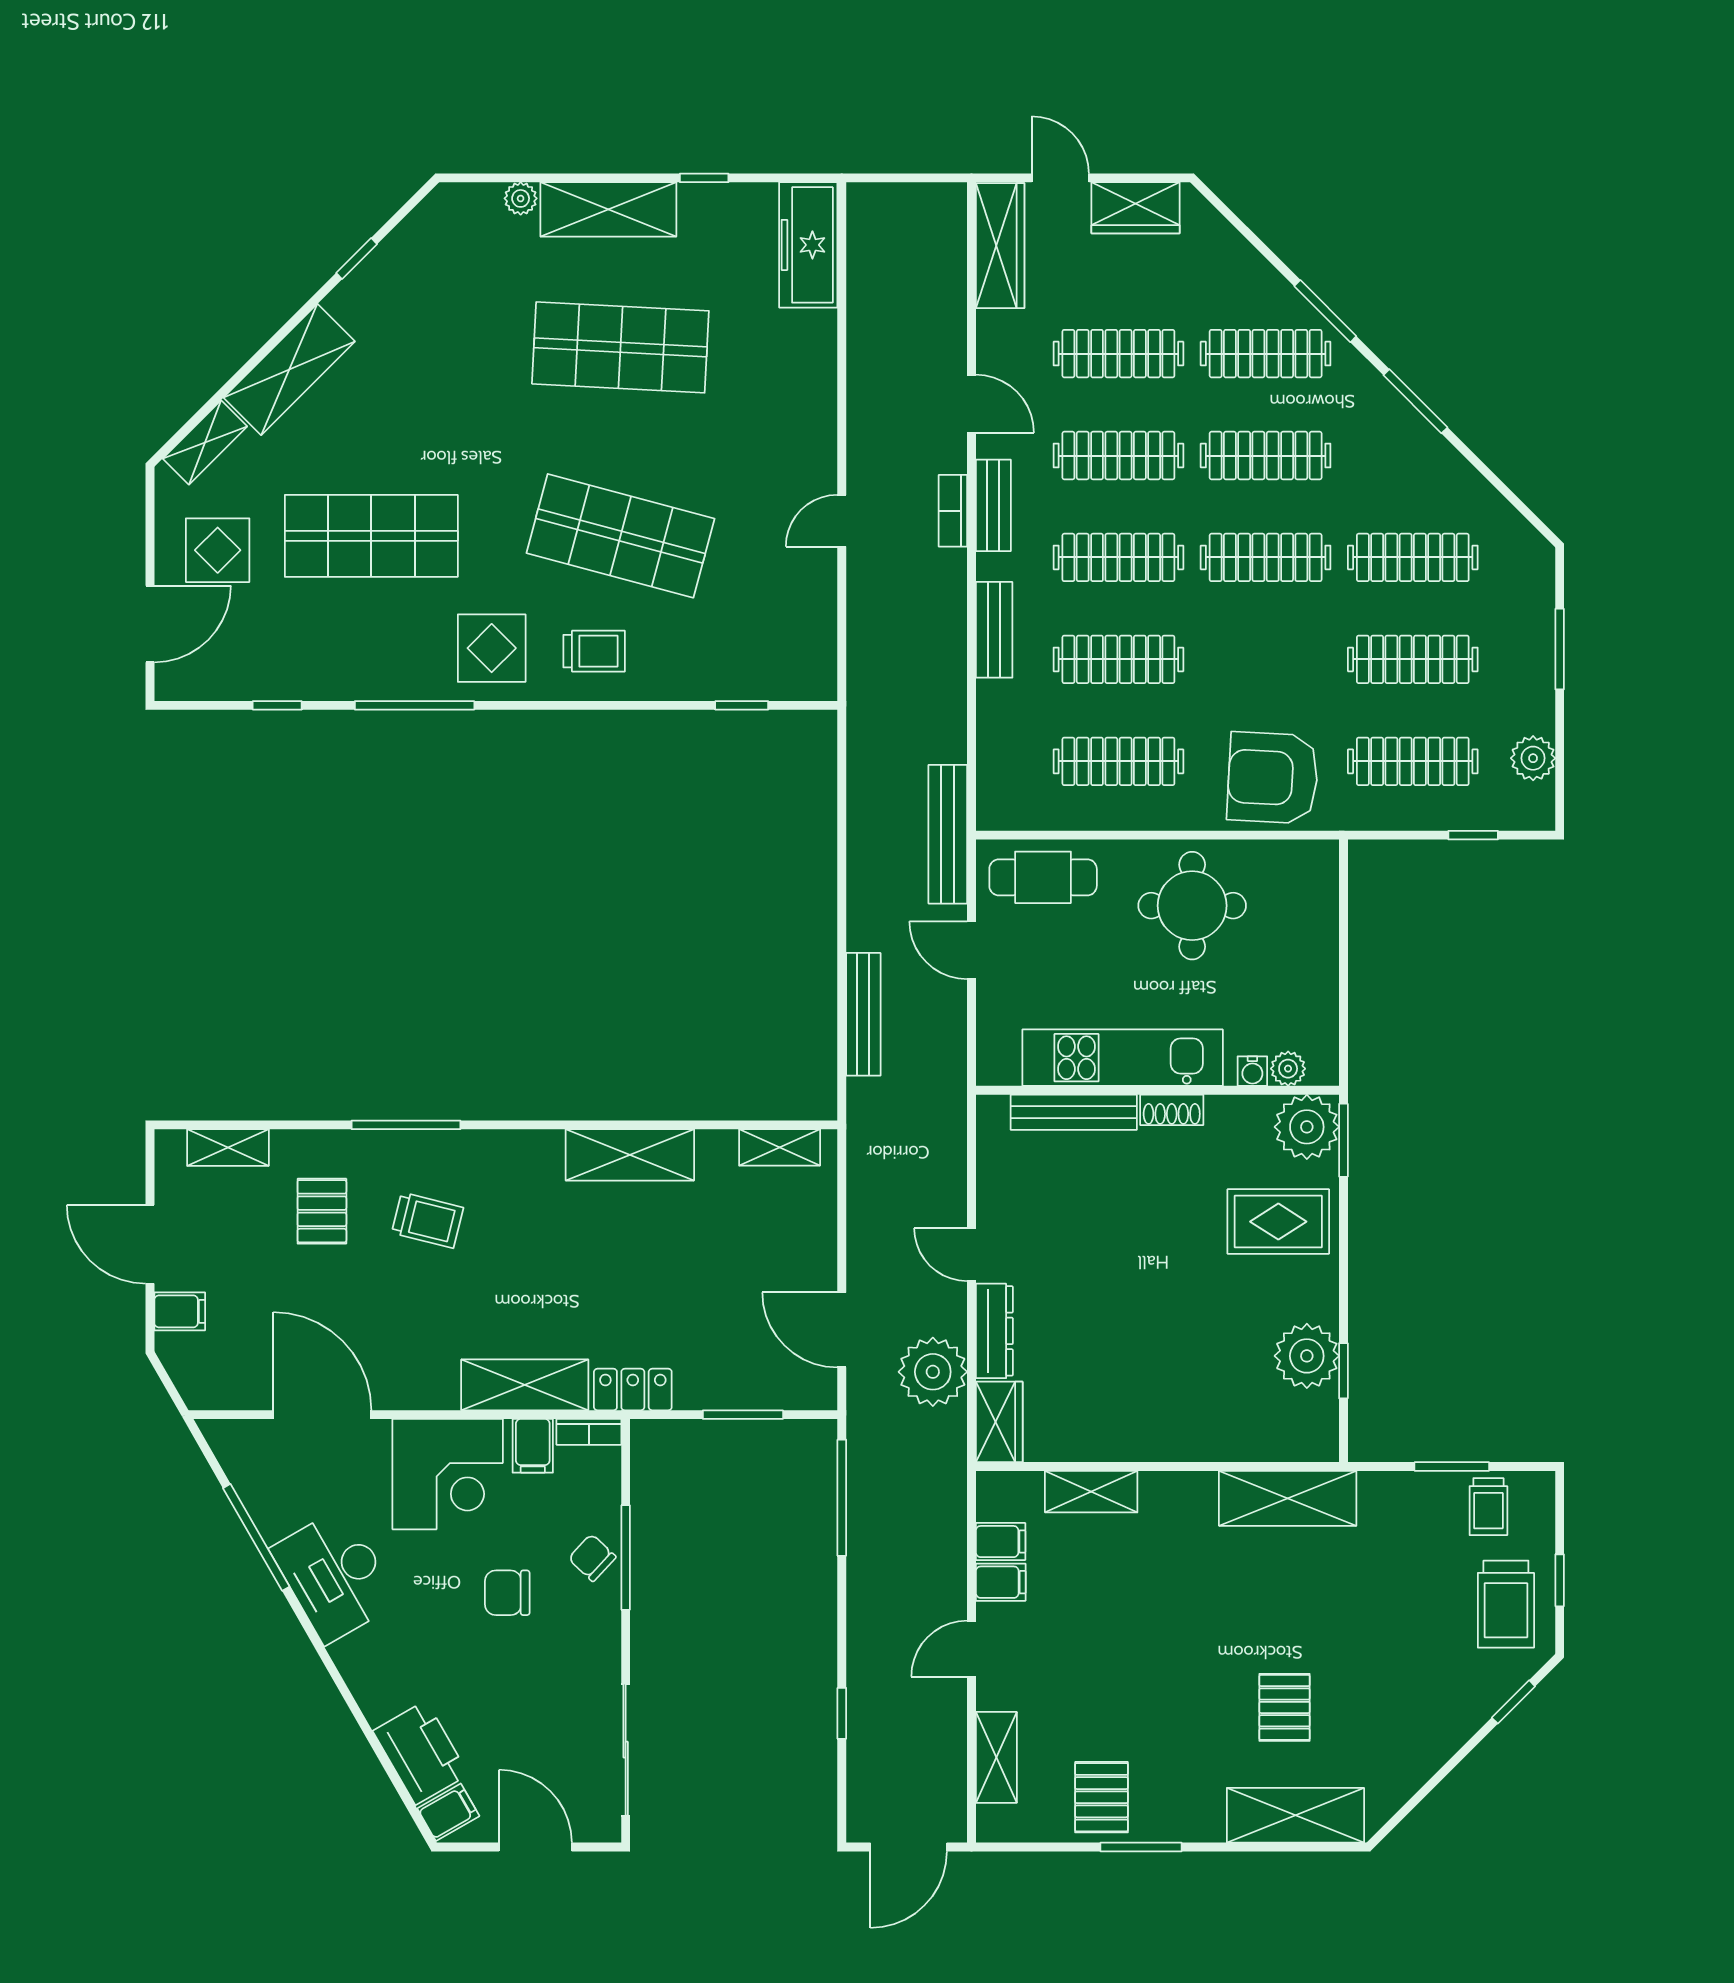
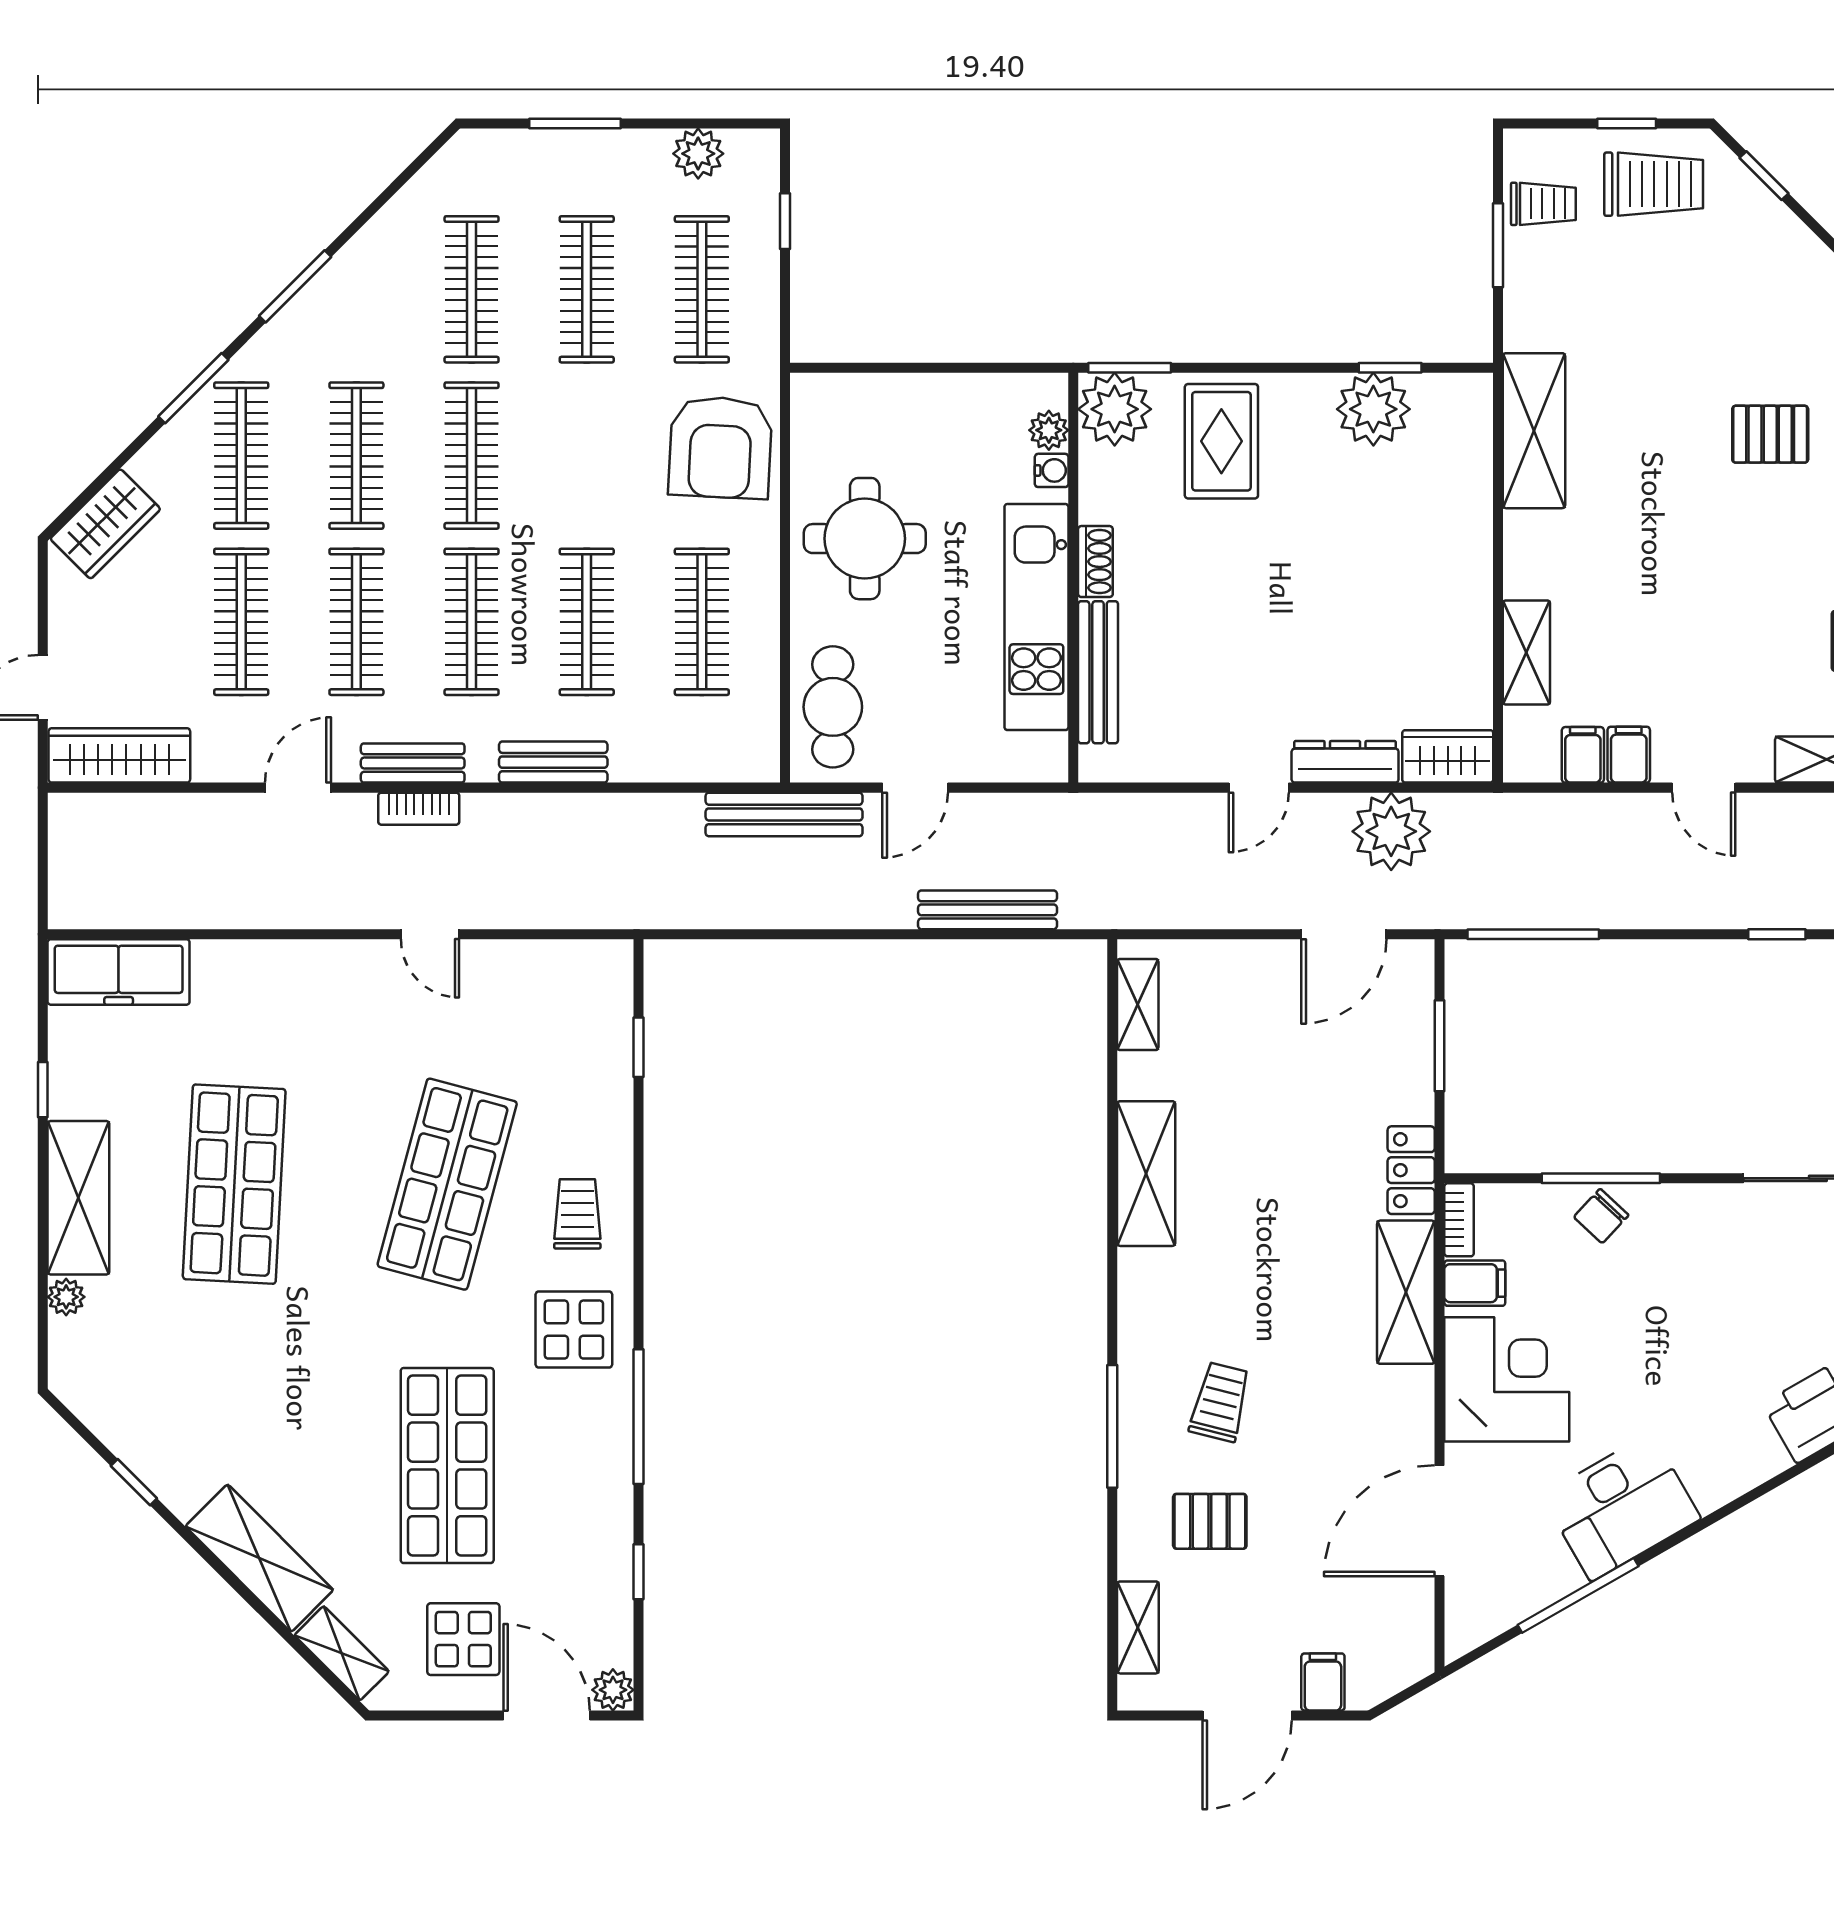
wardrobe: (1136, 208) -> (105, 524), moved, turned 45
plant: (173, 683) -> (613, 1690), added
chair: (507, 1593) -> (1641, 1312), removed

